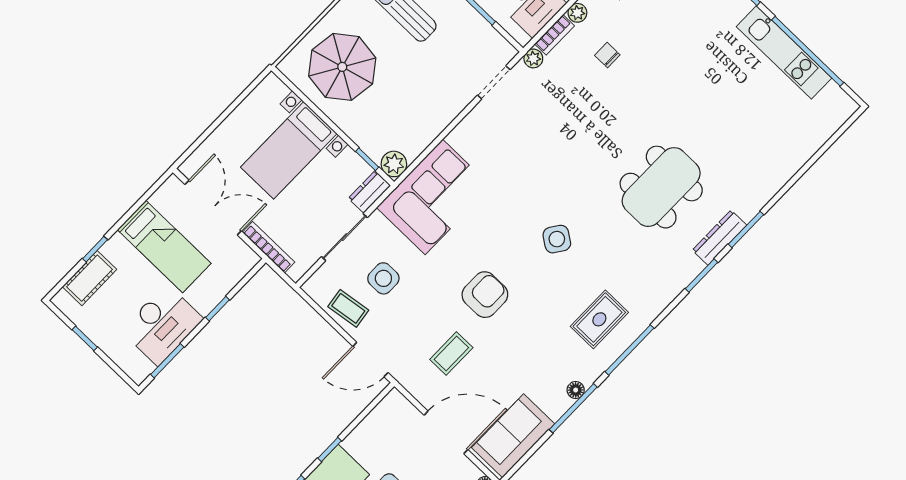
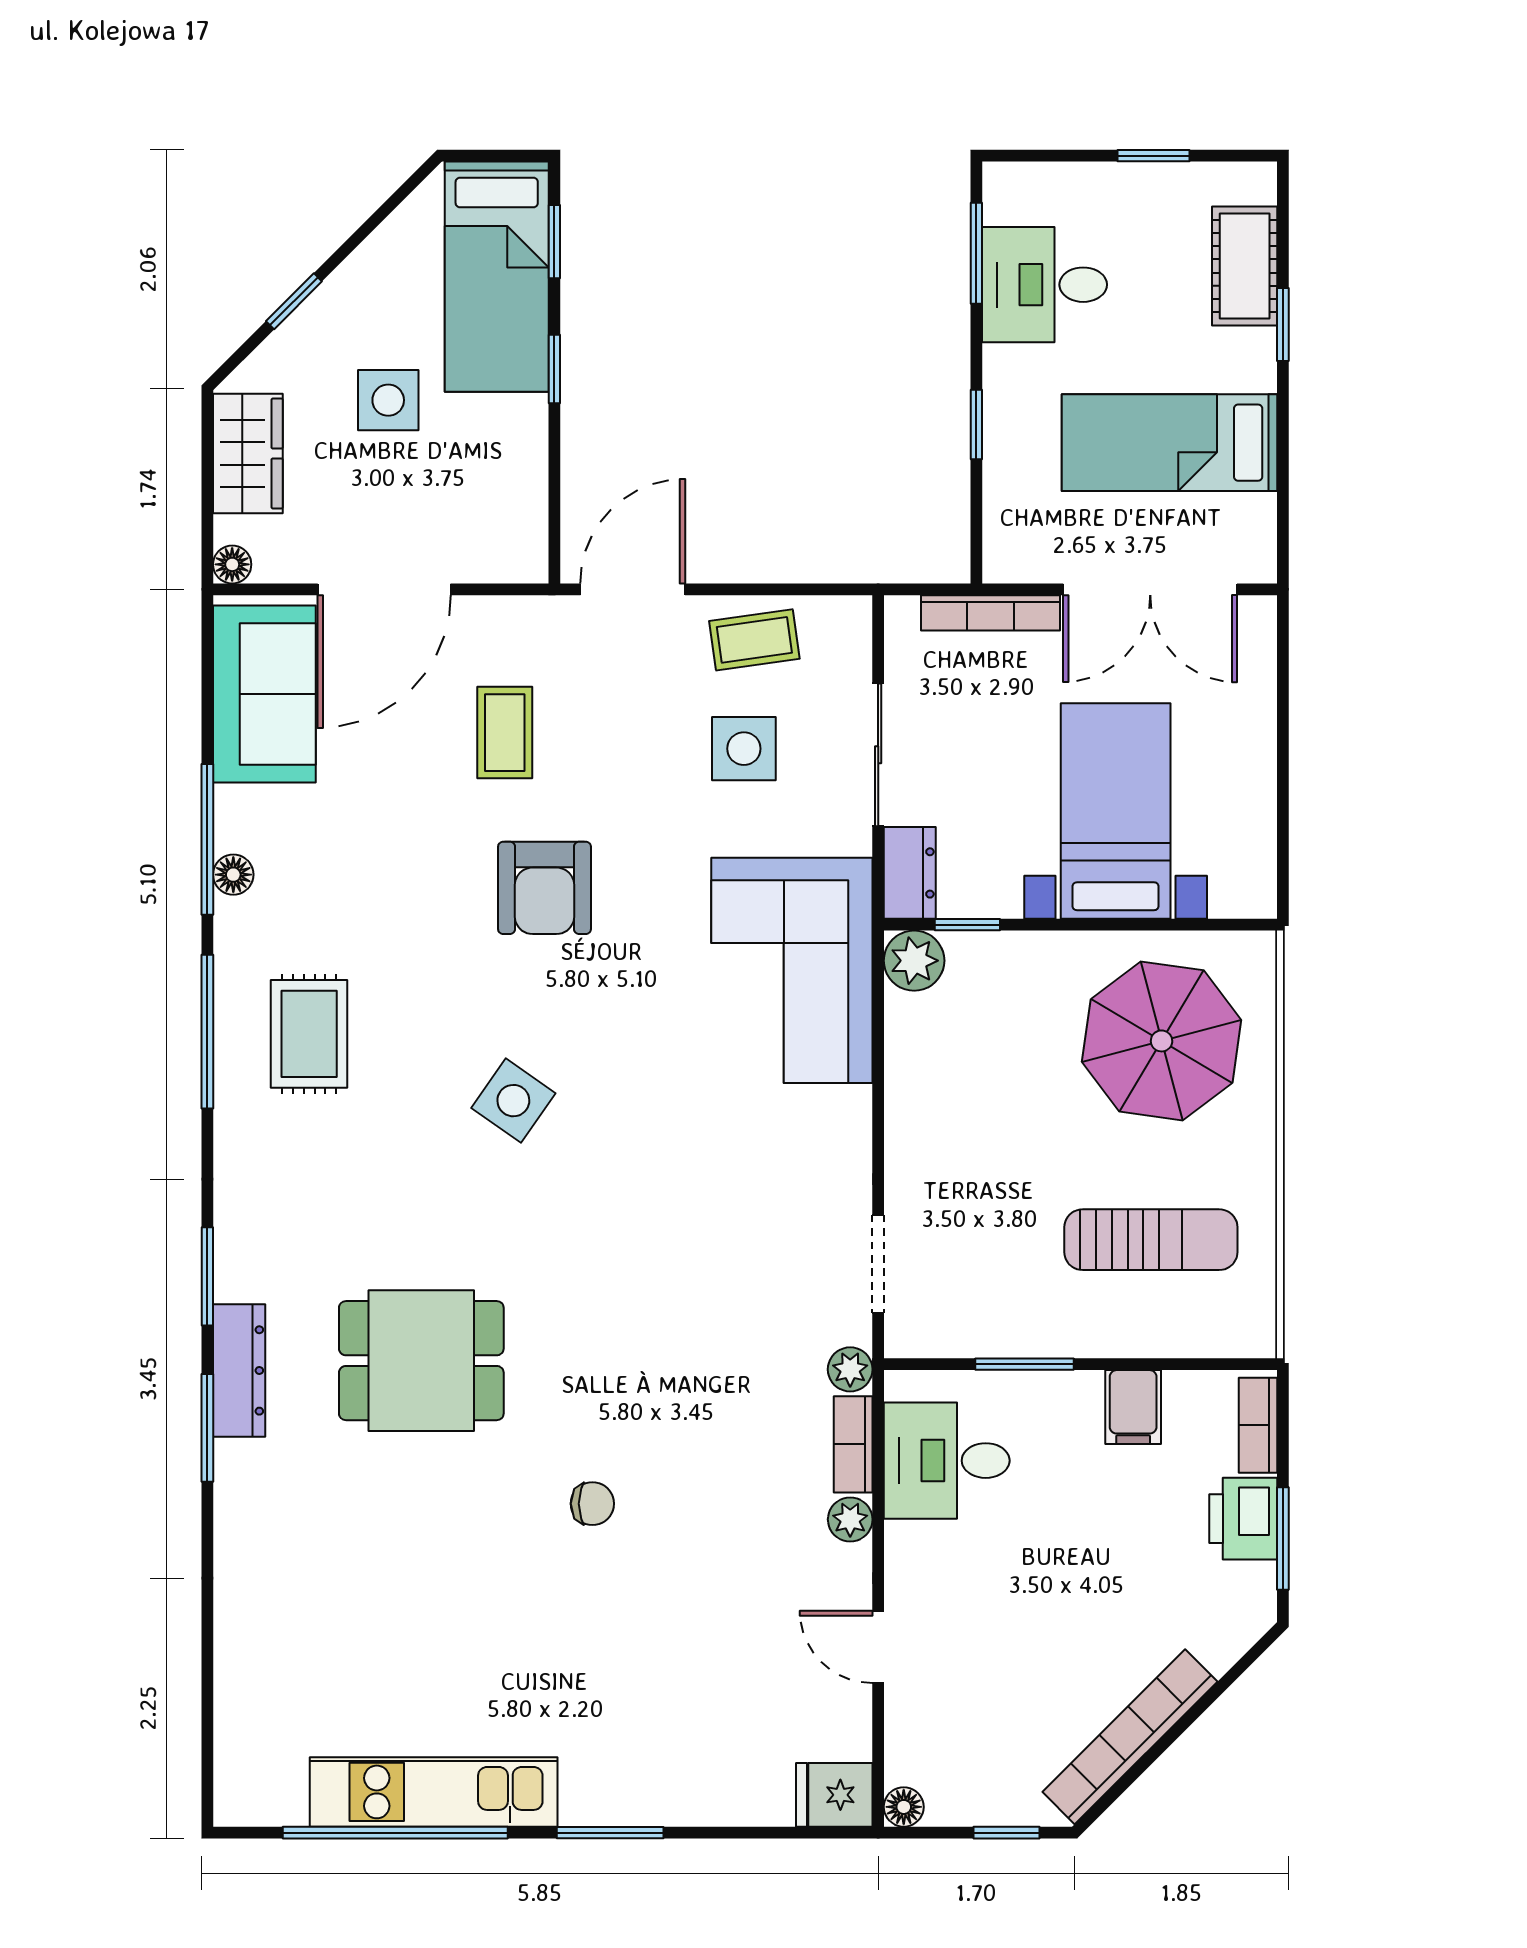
chair: (607, 55) -> (592, 1504), moved
dining table: (661, 187) -> (421, 1361), width x0.73
desk: (162, 325) -> (1045, 285), width x0.73

